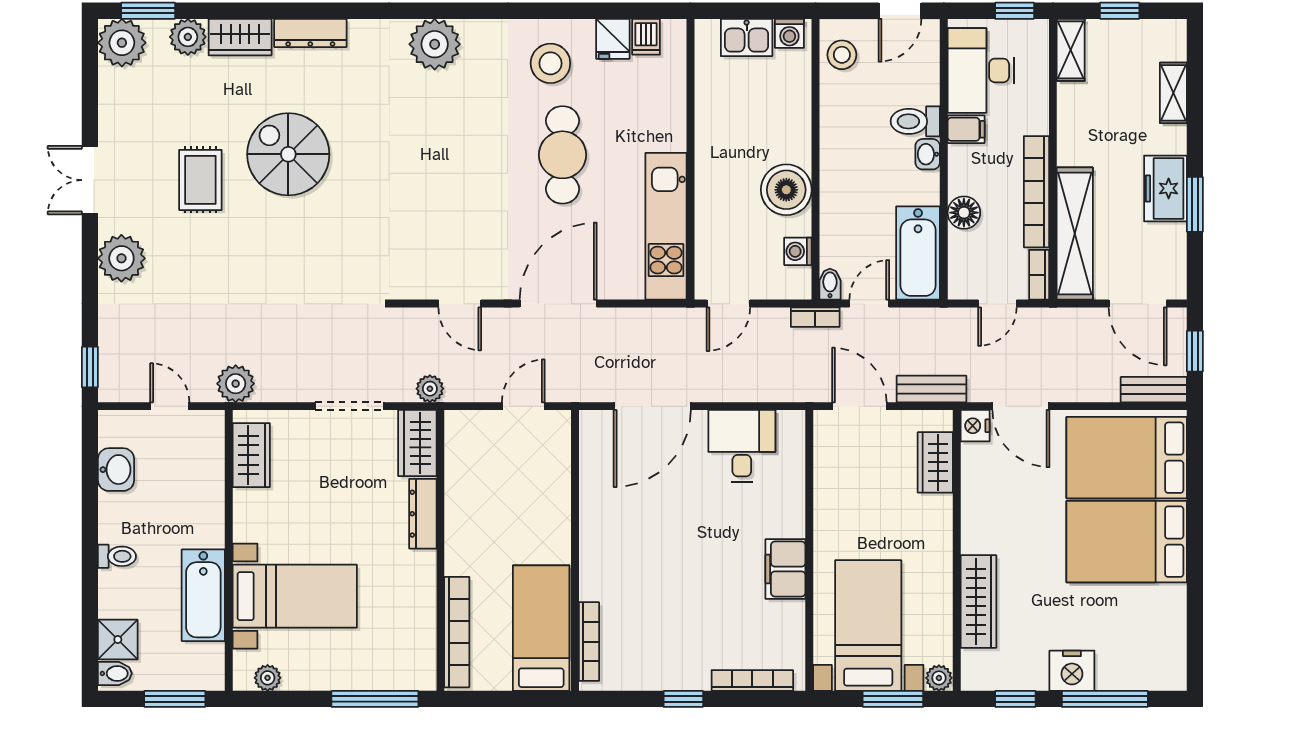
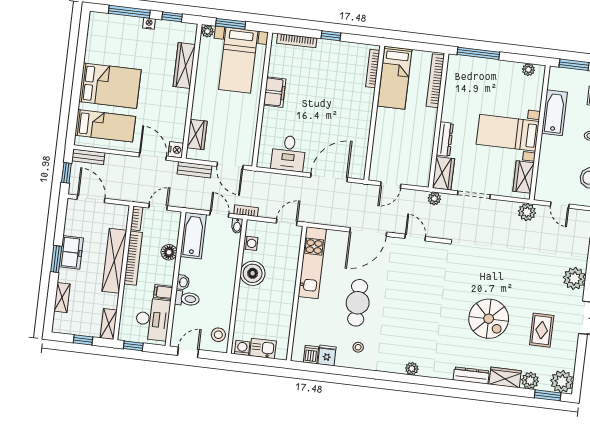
plant: (435, 44) -> (412, 369), width x0.53, depth x0.53
stool: (550, 63) -> (358, 347), width x0.53, depth x0.53
rug: (200, 180) -> (542, 330), moved
window: (1195, 204) -> (56, 259), moved
shelving: (1075, 234) -> (114, 261), moved
door: (869, 304) -> (219, 214), swing flipped
bed: (1127, 458) -> (105, 126), width x0.67
bed with nightstands: (295, 596) -> (508, 133), moved
nightstand: (1072, 671) -> (149, 23), width x0.53, depth x0.56

